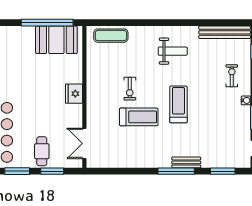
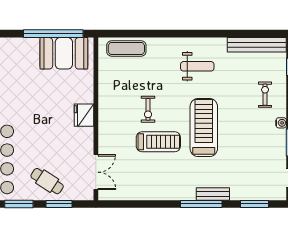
treadmill: (178, 104) -> (204, 127), width x1.37, depth x1.38
double door: (84, 143) -> (96, 172), swing flipped
cafe table: (42, 151) -> (47, 181), turned -57

